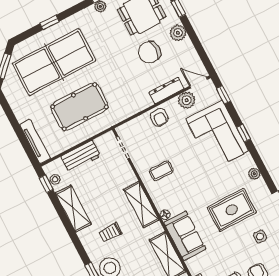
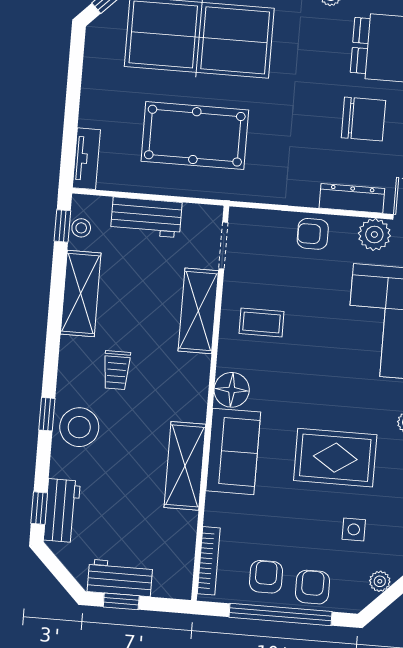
chair: (149, 52) -> (363, 119), turned 180
armchair: (159, 117) -> (313, 234), turned 90
tv unit: (35, 142) -> (86, 159), width x0.71
shelving: (141, 205) -> (198, 311), moved
floor lamp: (165, 215) -> (232, 390), width x1.89, depth x1.89
trolley: (110, 232) -> (117, 370), turned -90

